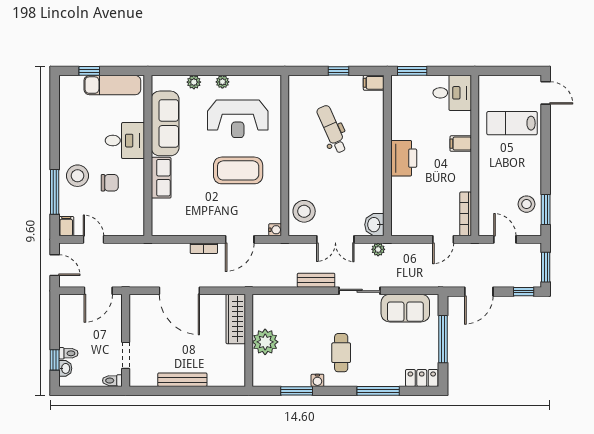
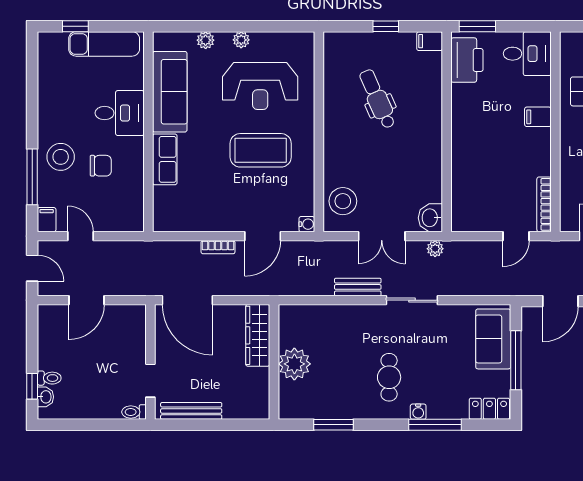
printer: (404, 158) -> (467, 60), moved
sofa: (405, 308) -> (493, 339), moved, turned 90
wall: (126, 340) -> (150, 362), moved
doorway: (126, 355) -> (150, 381), moved
water cooler: (317, 380) -> (418, 412), moved
toilet: (112, 381) -> (134, 412), moved

